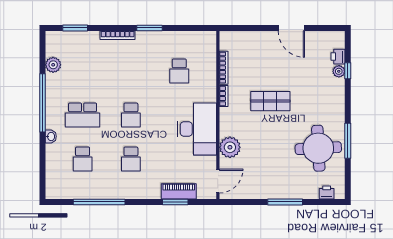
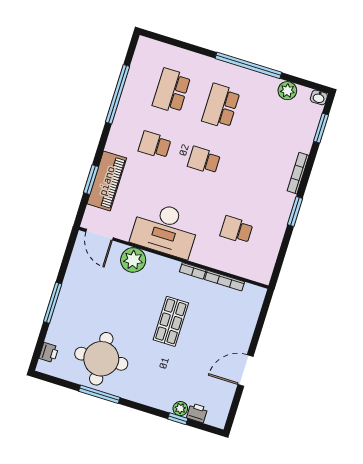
washbasin: (51, 136) -> (319, 97), moved
school desk: (83, 159) -> (172, 91), width x1.85
piano: (179, 191) -> (107, 181), width x1.37, depth x1.33

